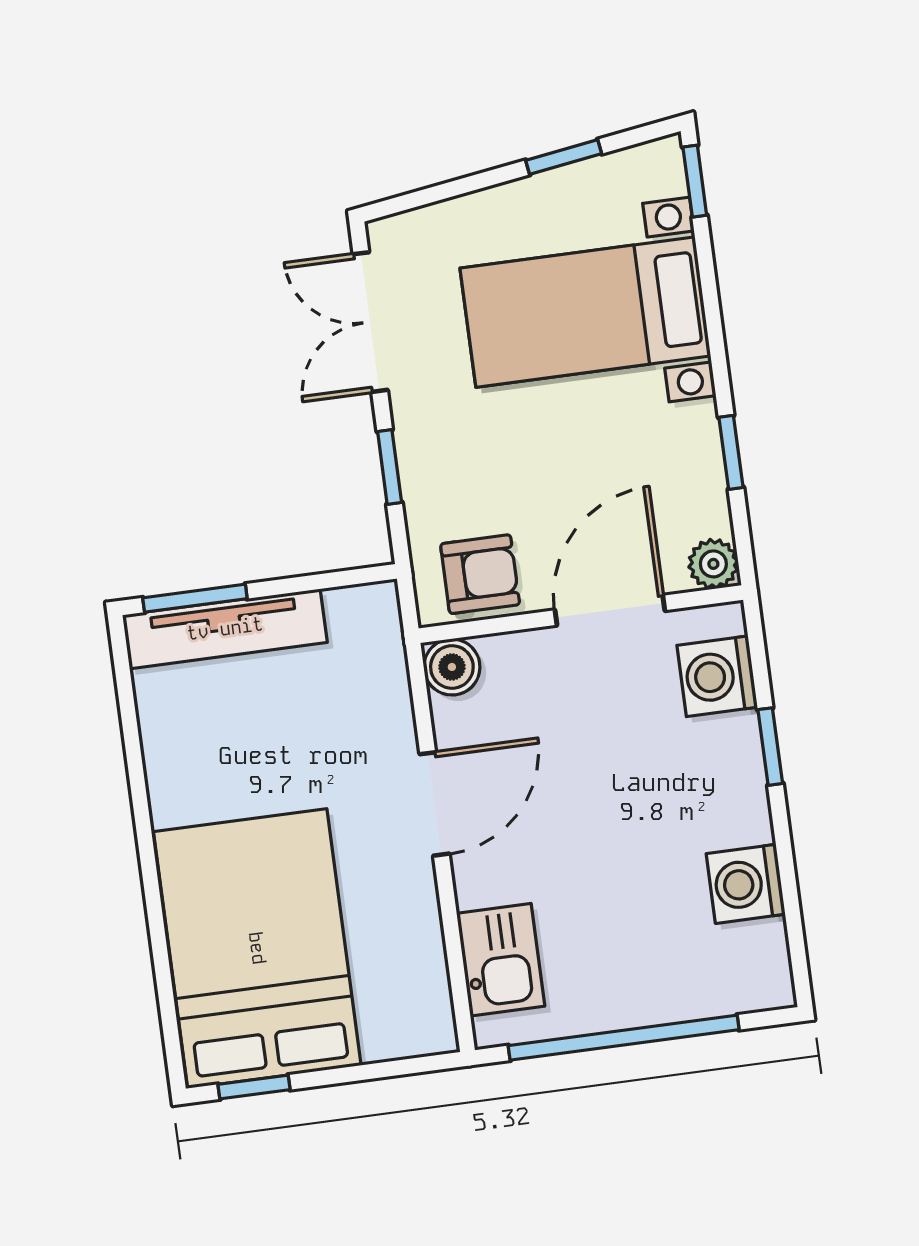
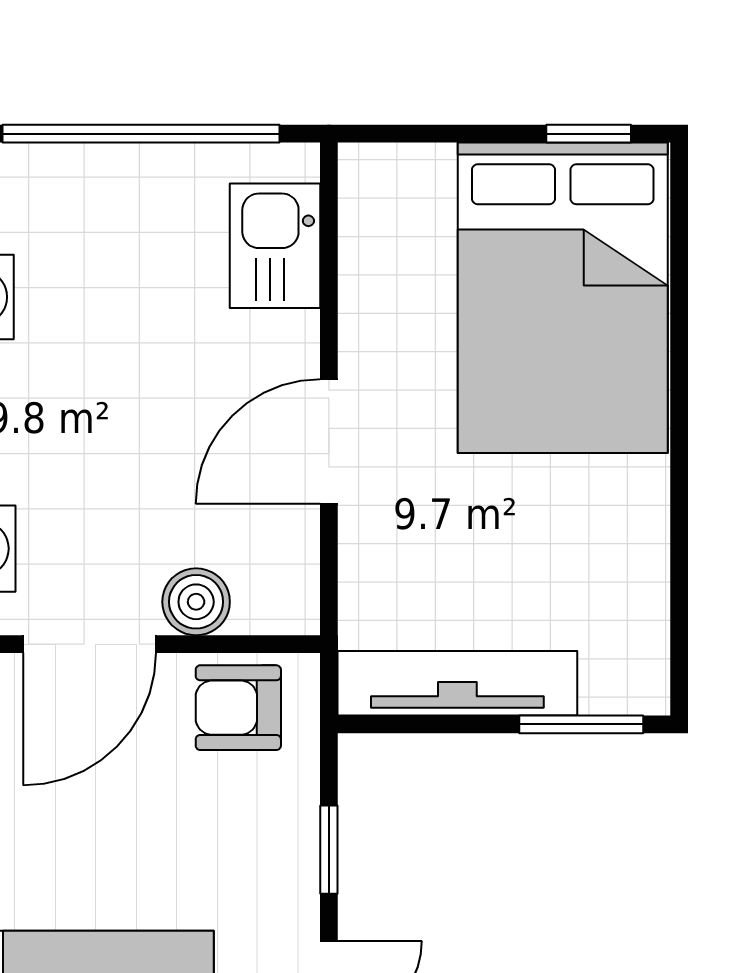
tv unit: (225, 629) -> (457, 683), moved
boiler: (452, 667) -> (196, 602), moved

